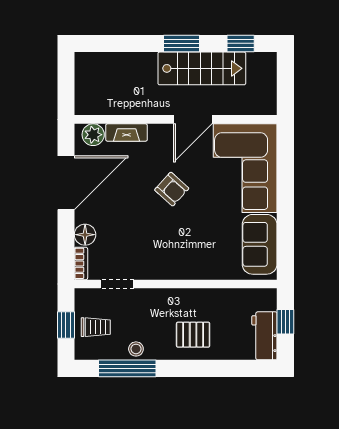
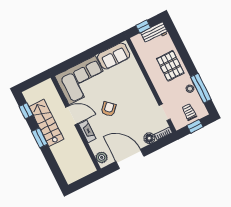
fireplace: (127, 132) -> (87, 131), moved
pallet: (193, 335) -> (170, 66), width x1.50, depth x1.42

